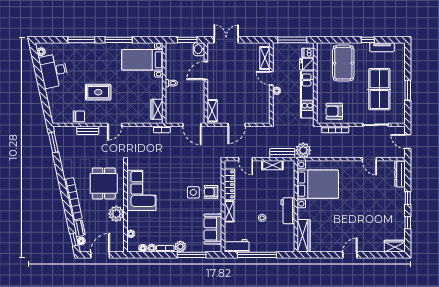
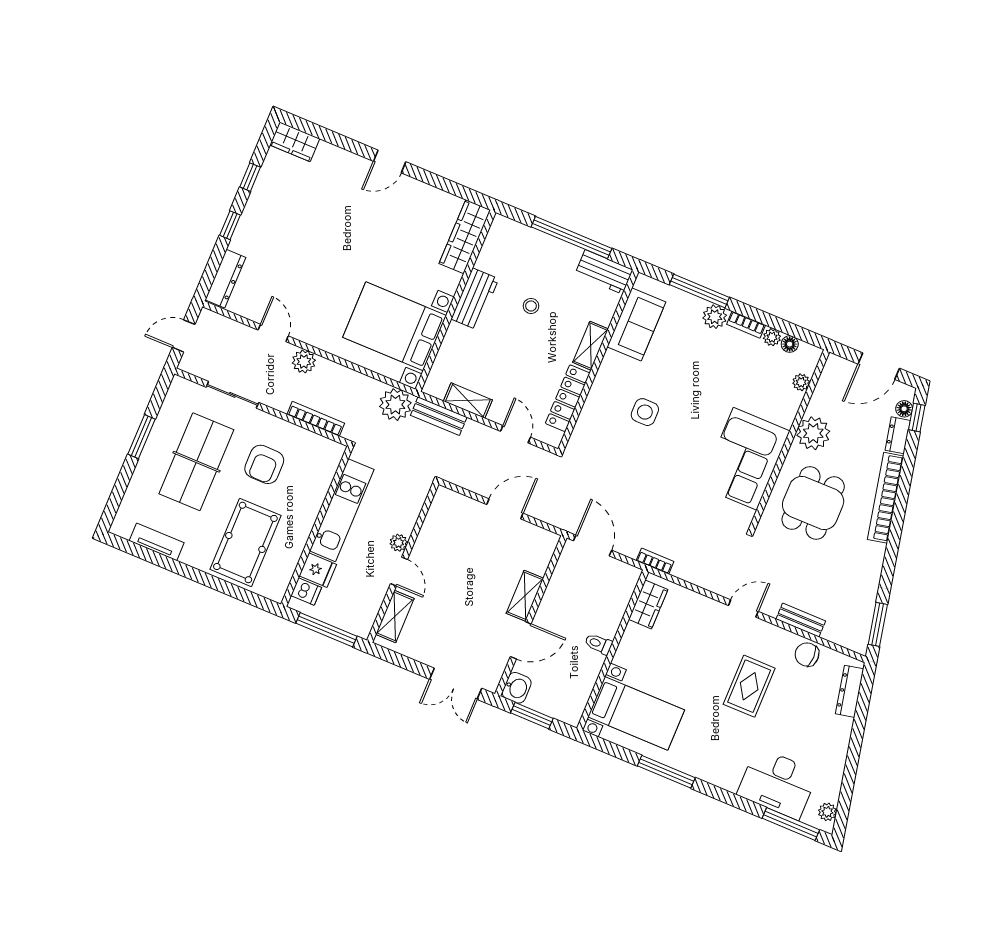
window: (81, 40) -> (791, 824), moved
window: (368, 40) -> (179, 568), removed
desk: (54, 71) -> (778, 783), moved, turned 102
rug: (98, 92) -> (749, 686), turned 90
dresser: (54, 108) -> (850, 691), added
shelving: (212, 111) -> (525, 596), moved
armchair: (334, 111) -> (264, 464), moved, turned 90
door: (408, 142) -> (184, 336), swing flipped
plant: (351, 152) -> (304, 362), added
armchair: (211, 192) -> (610, 399), removed

